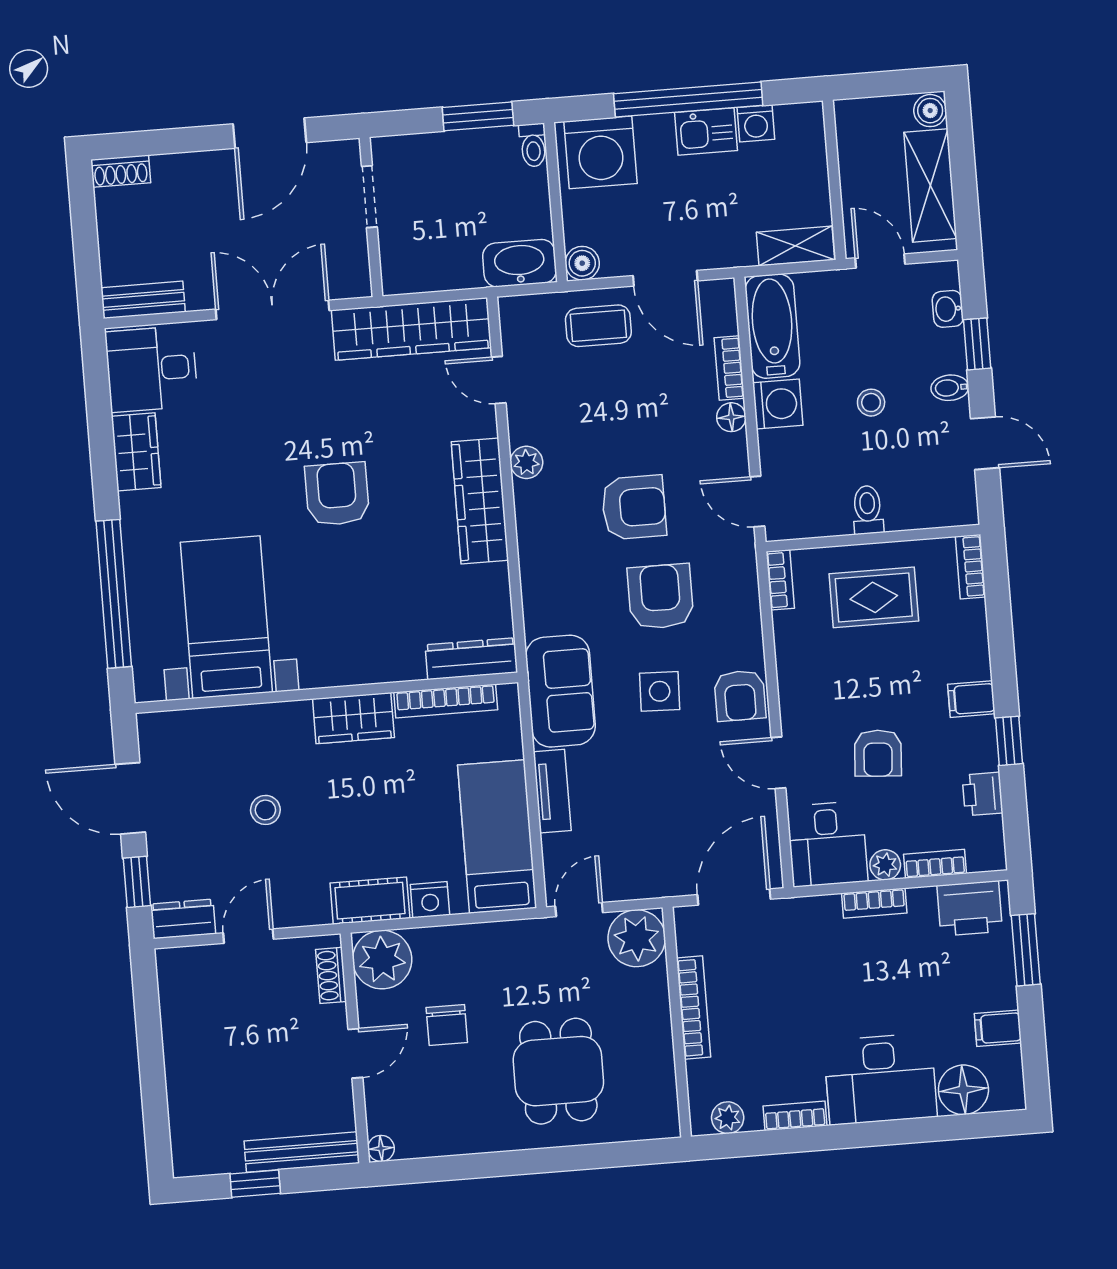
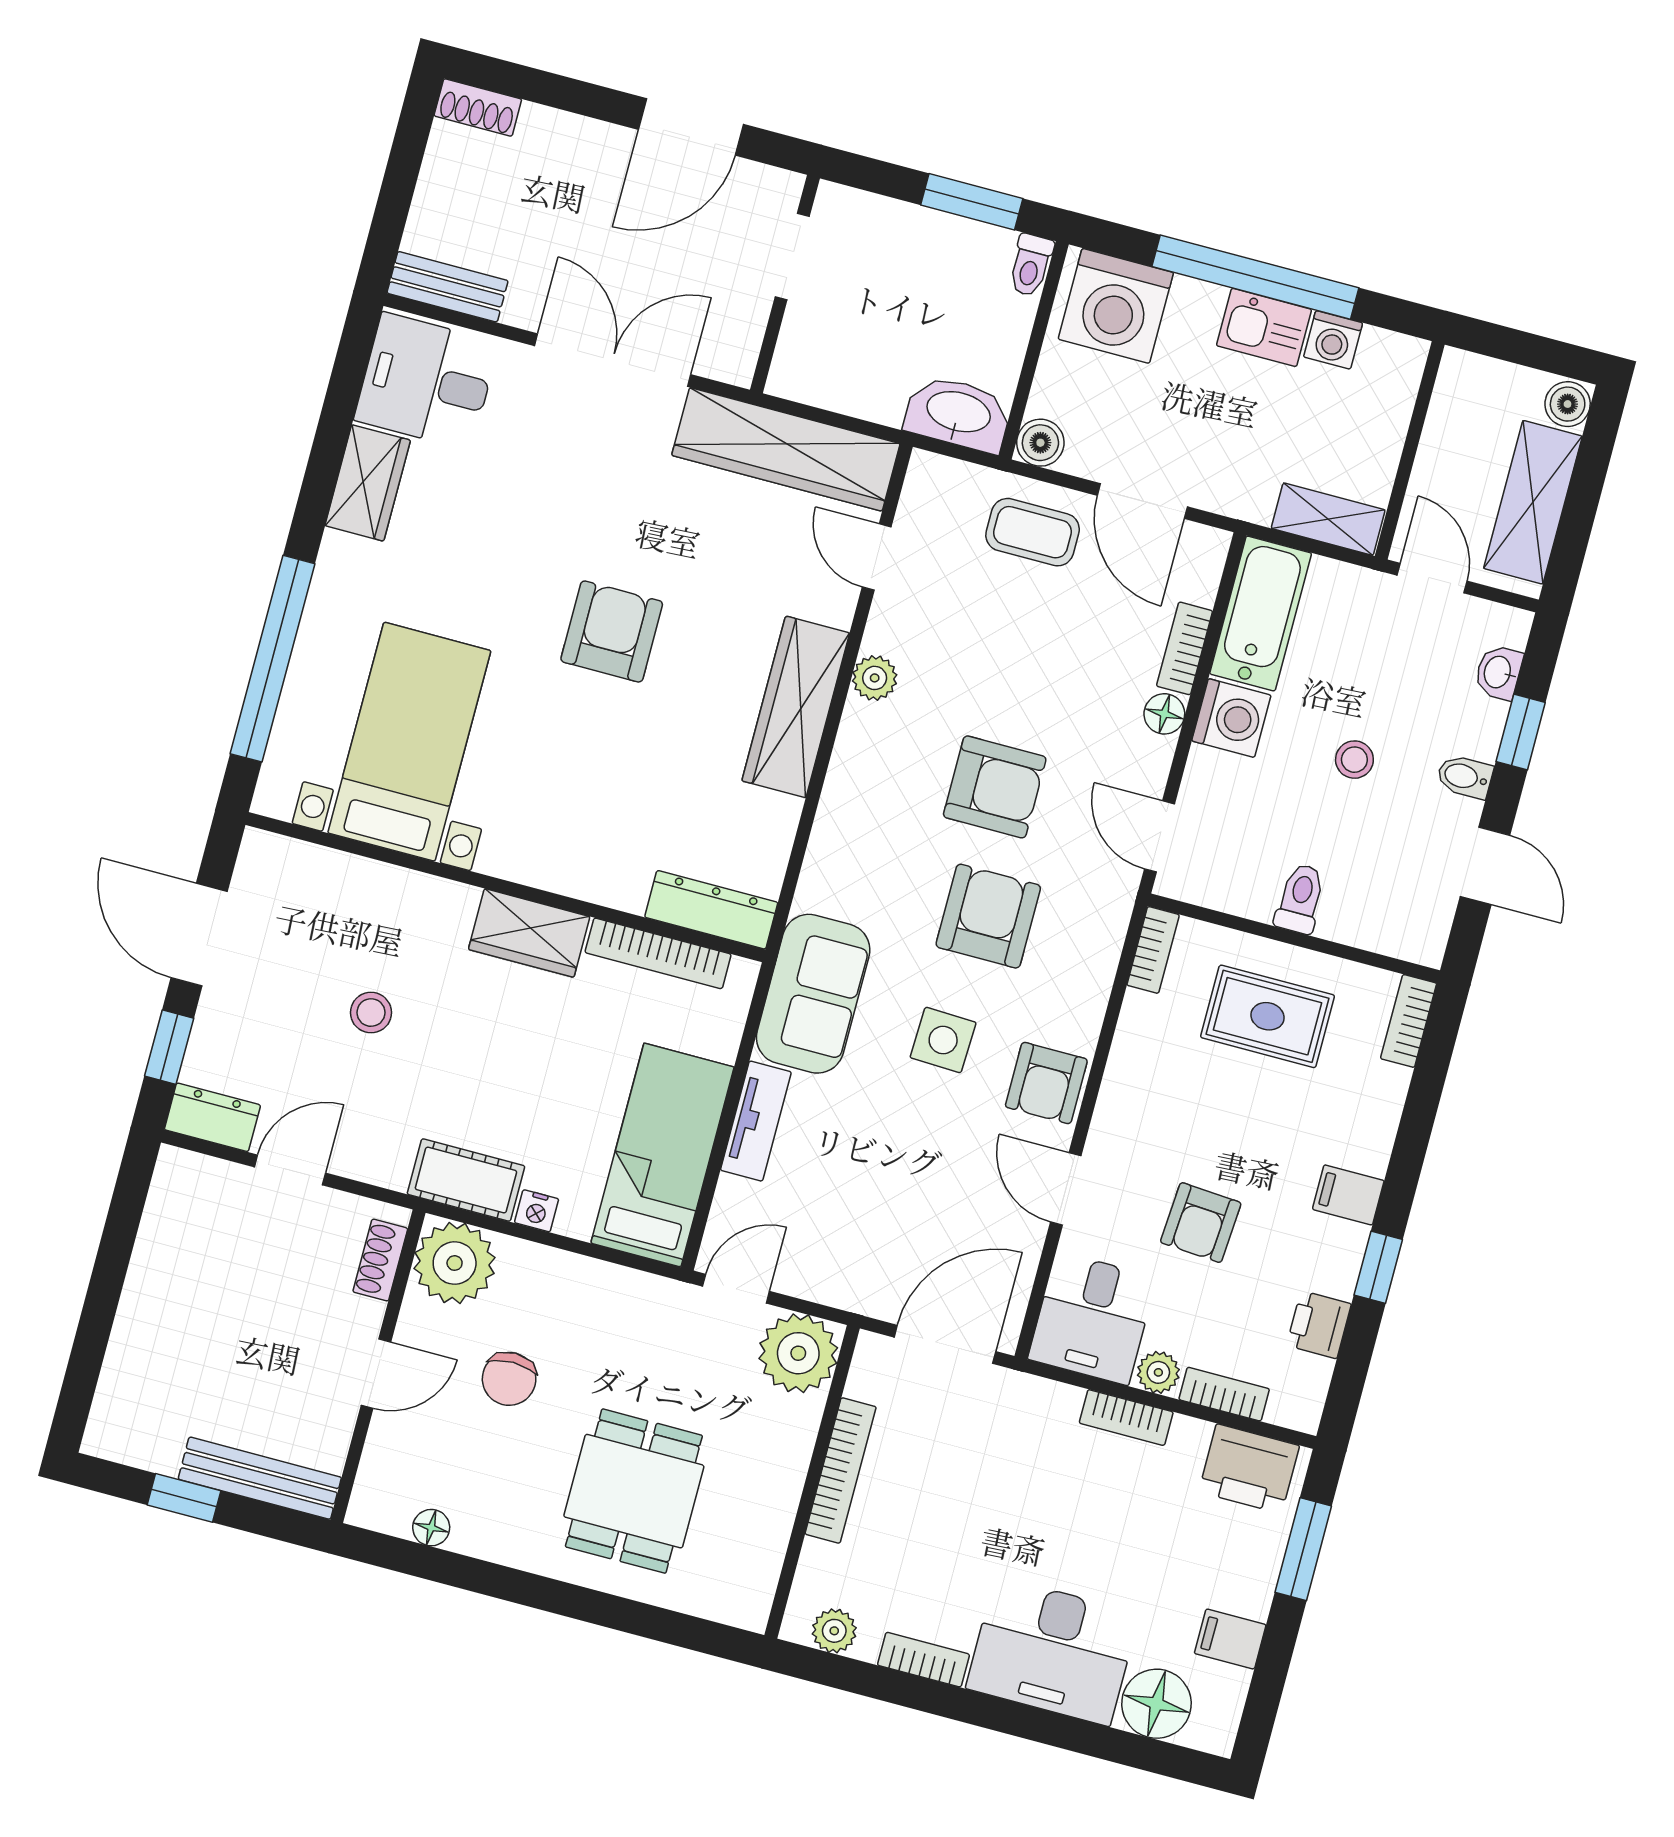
nightstand: (430, 900) -> (537, 1211), width x0.72, depth x0.74
floor lamp: (381, 1148) -> (431, 1528), moved

